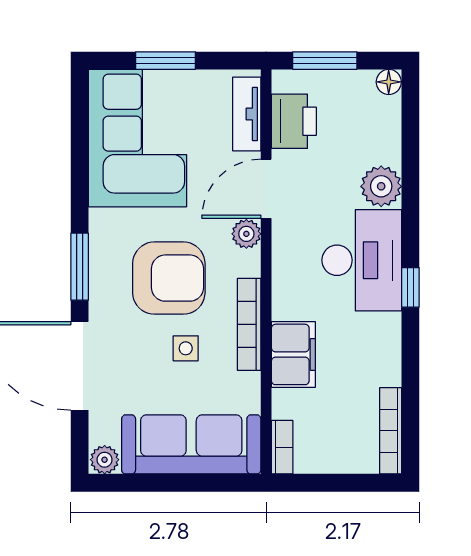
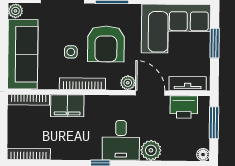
desk: (362, 260) -> (121, 140), width x0.73
bookcase: (282, 447) -> (29, 100), width x1.56

